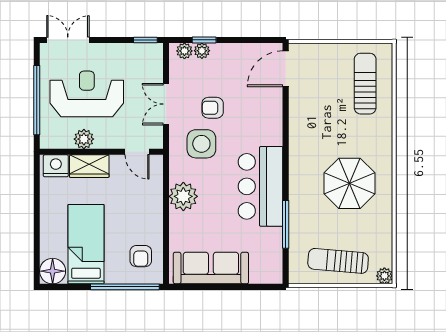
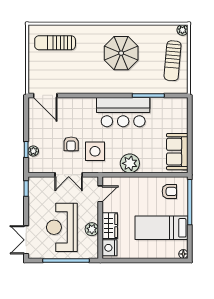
plant: (184, 51) -> (33, 163), removed
sofa: (211, 268) -> (177, 152), width x0.73
floor lamp: (53, 271) -> (183, 254), width x0.53, depth x0.53

